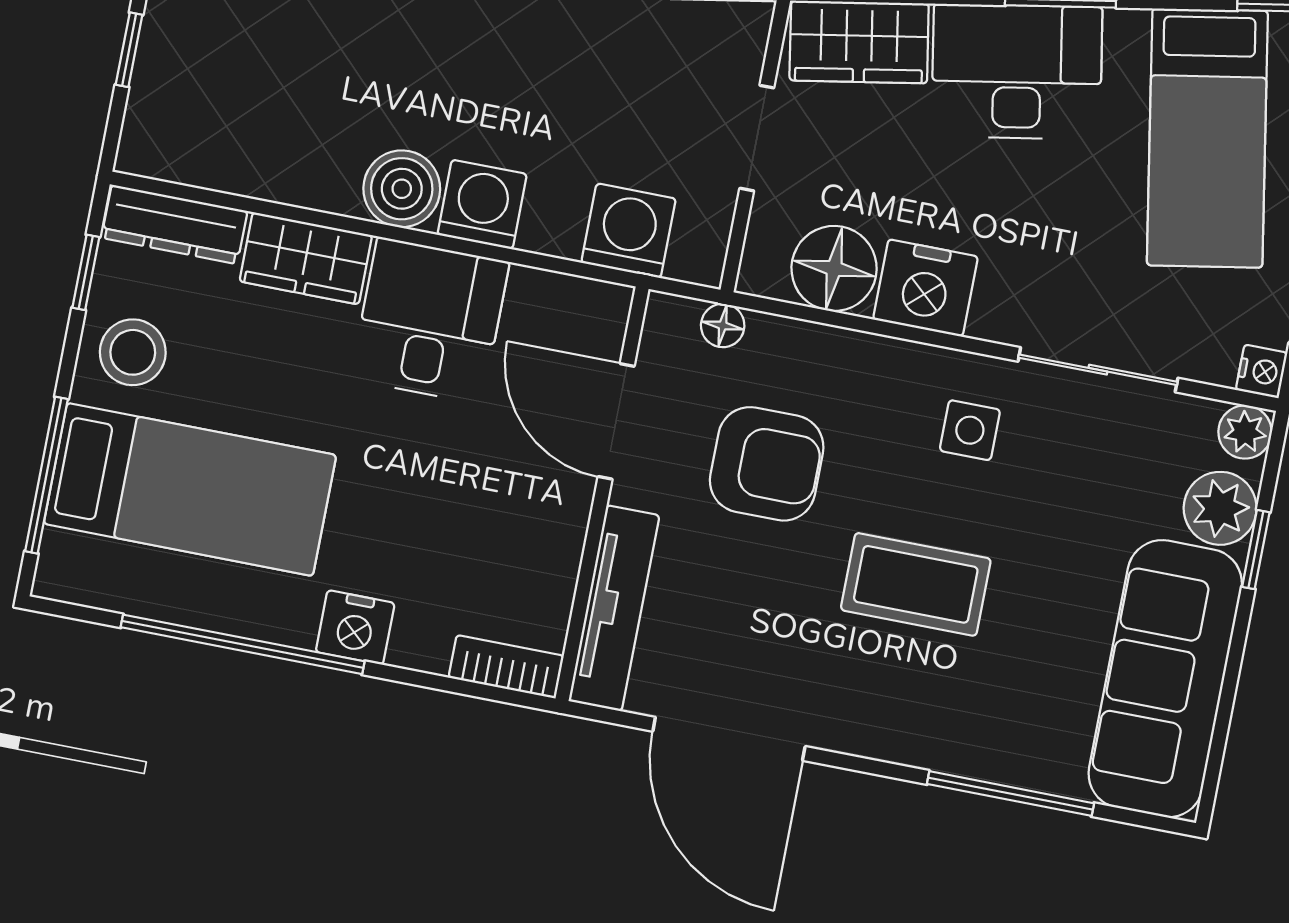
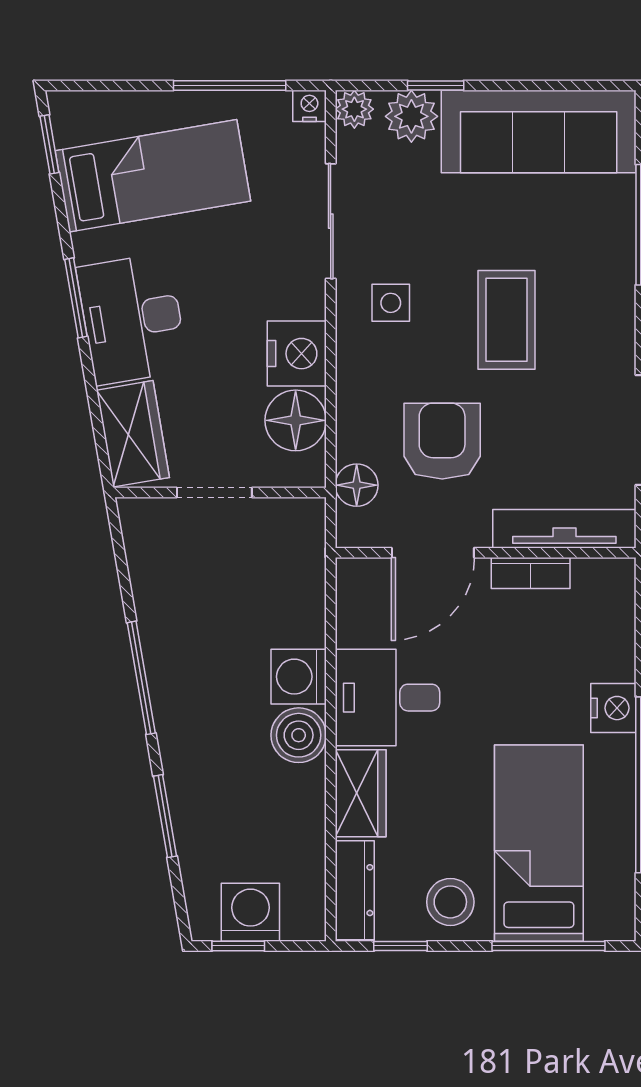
washing machine: (629, 231) -> (250, 912), moved, turned 90
floor lamp: (723, 325) -> (357, 485), width x1.37, depth x1.37
bookcase: (506, 667) -> (531, 573), moved, turned -90

